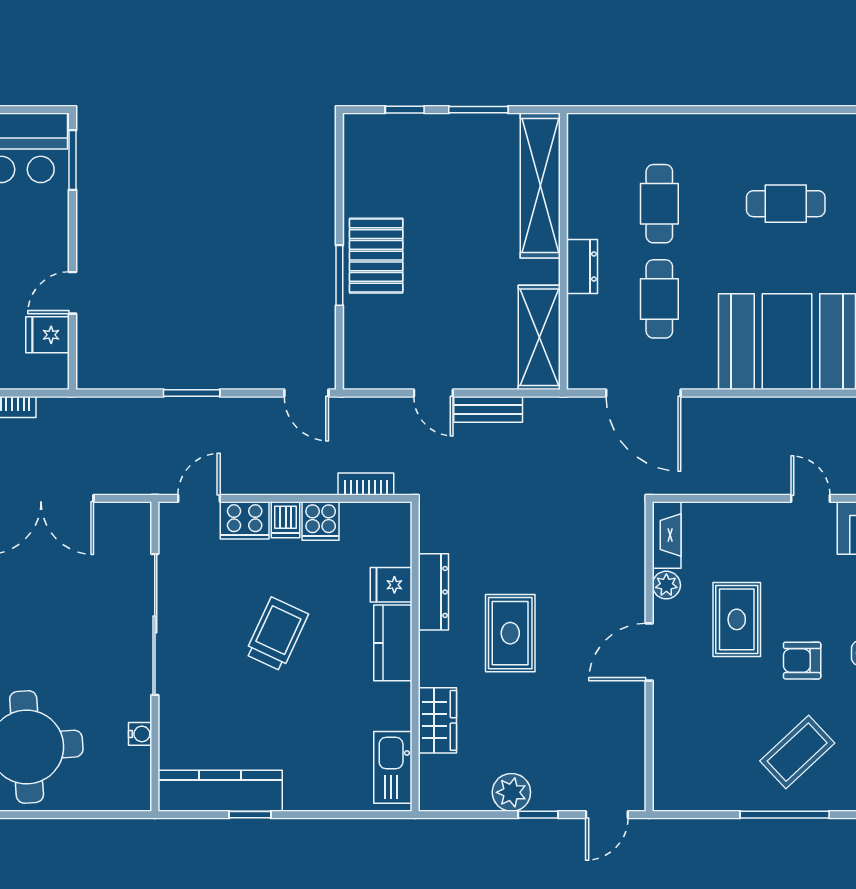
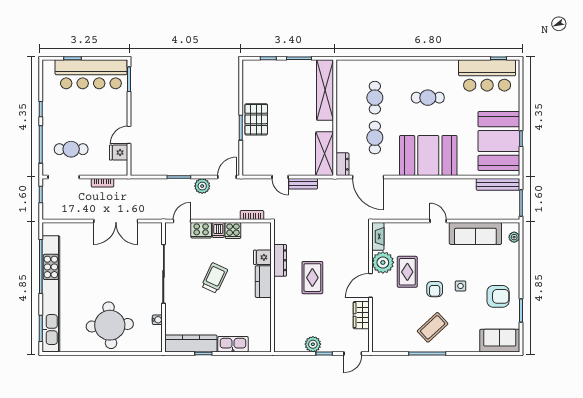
dresser: (582, 266) -> (342, 164), moved
door: (306, 393) -> (227, 177), swing flipped
plant: (247, 415) -> (202, 186), added
plant: (666, 585) -> (383, 262), width x1.88, depth x1.88
armchair: (802, 661) -> (435, 289), turned -90
wardrobe: (437, 720) -> (361, 315), moved, turned 180
kitchen sink: (393, 767) -> (233, 344), moved, turned 90

